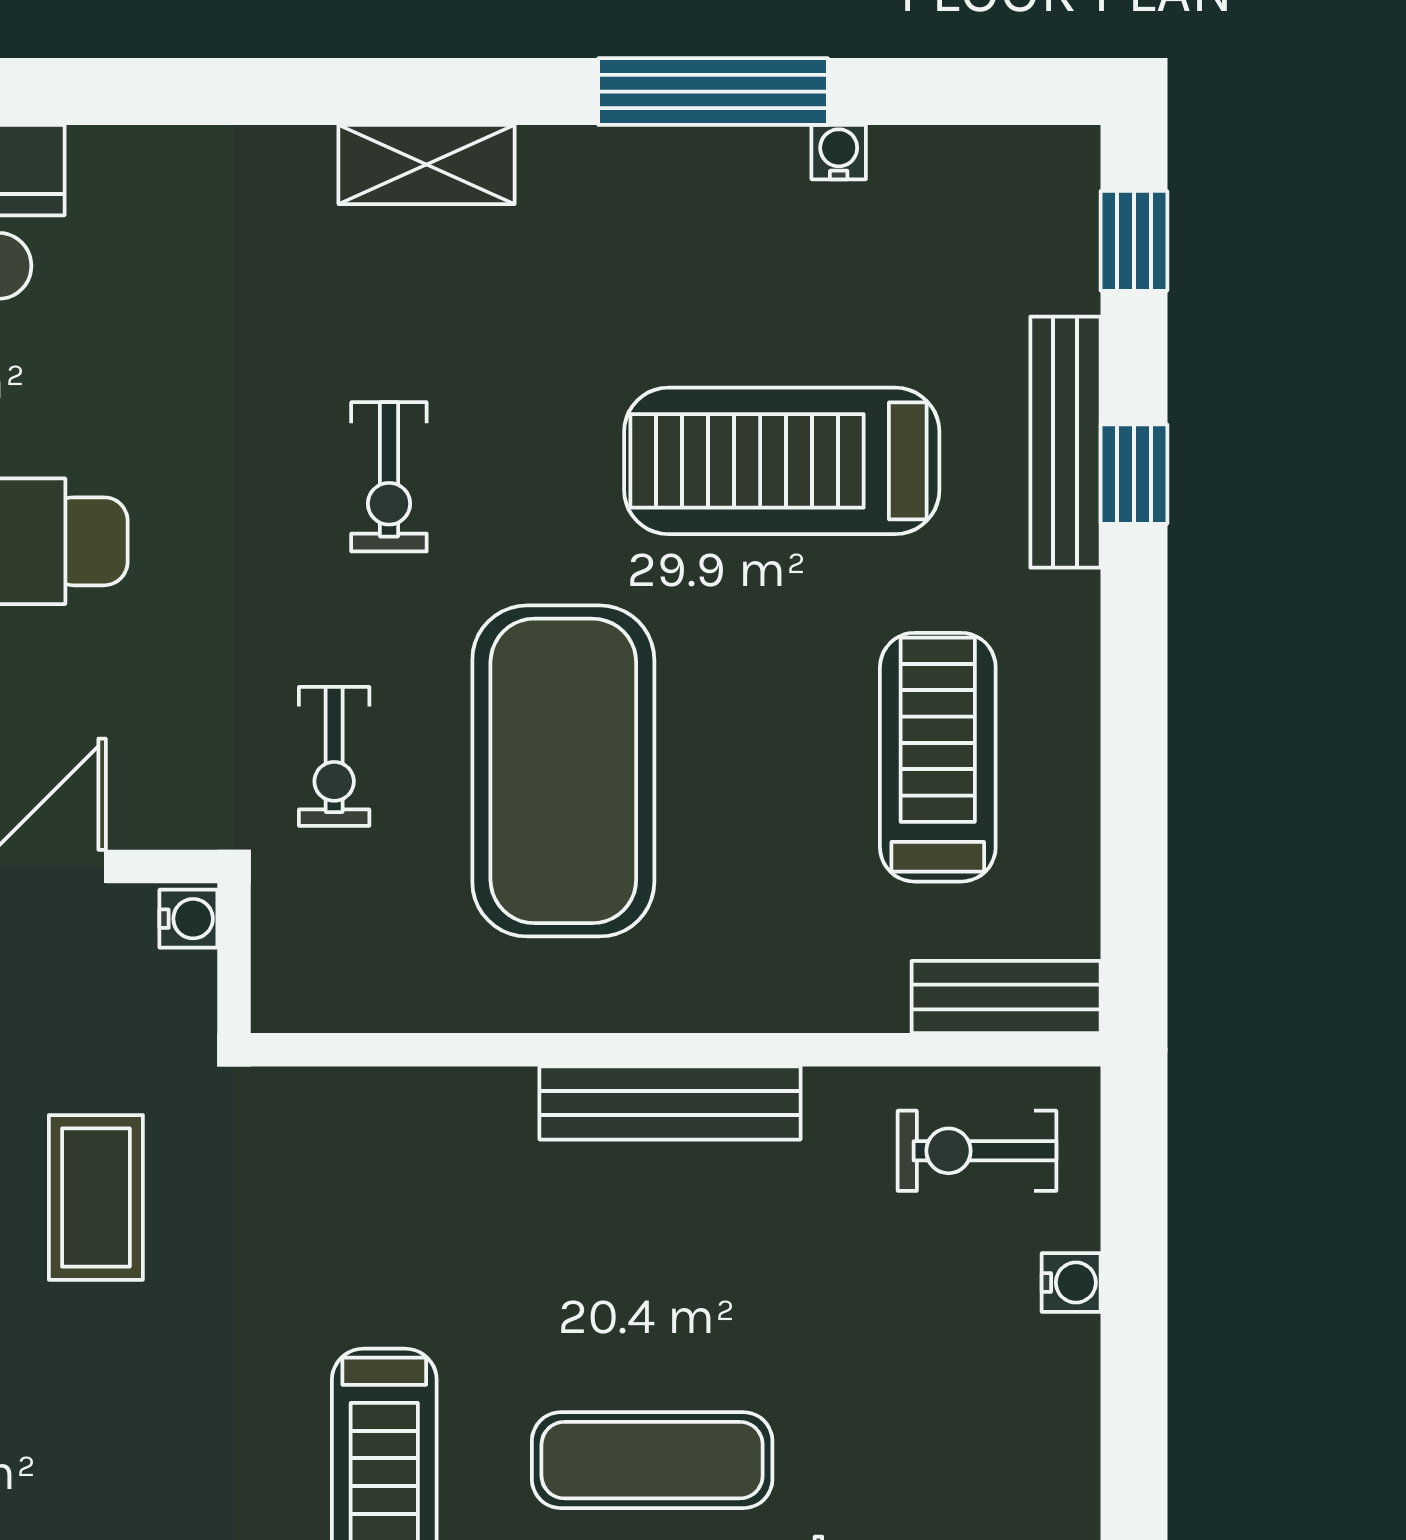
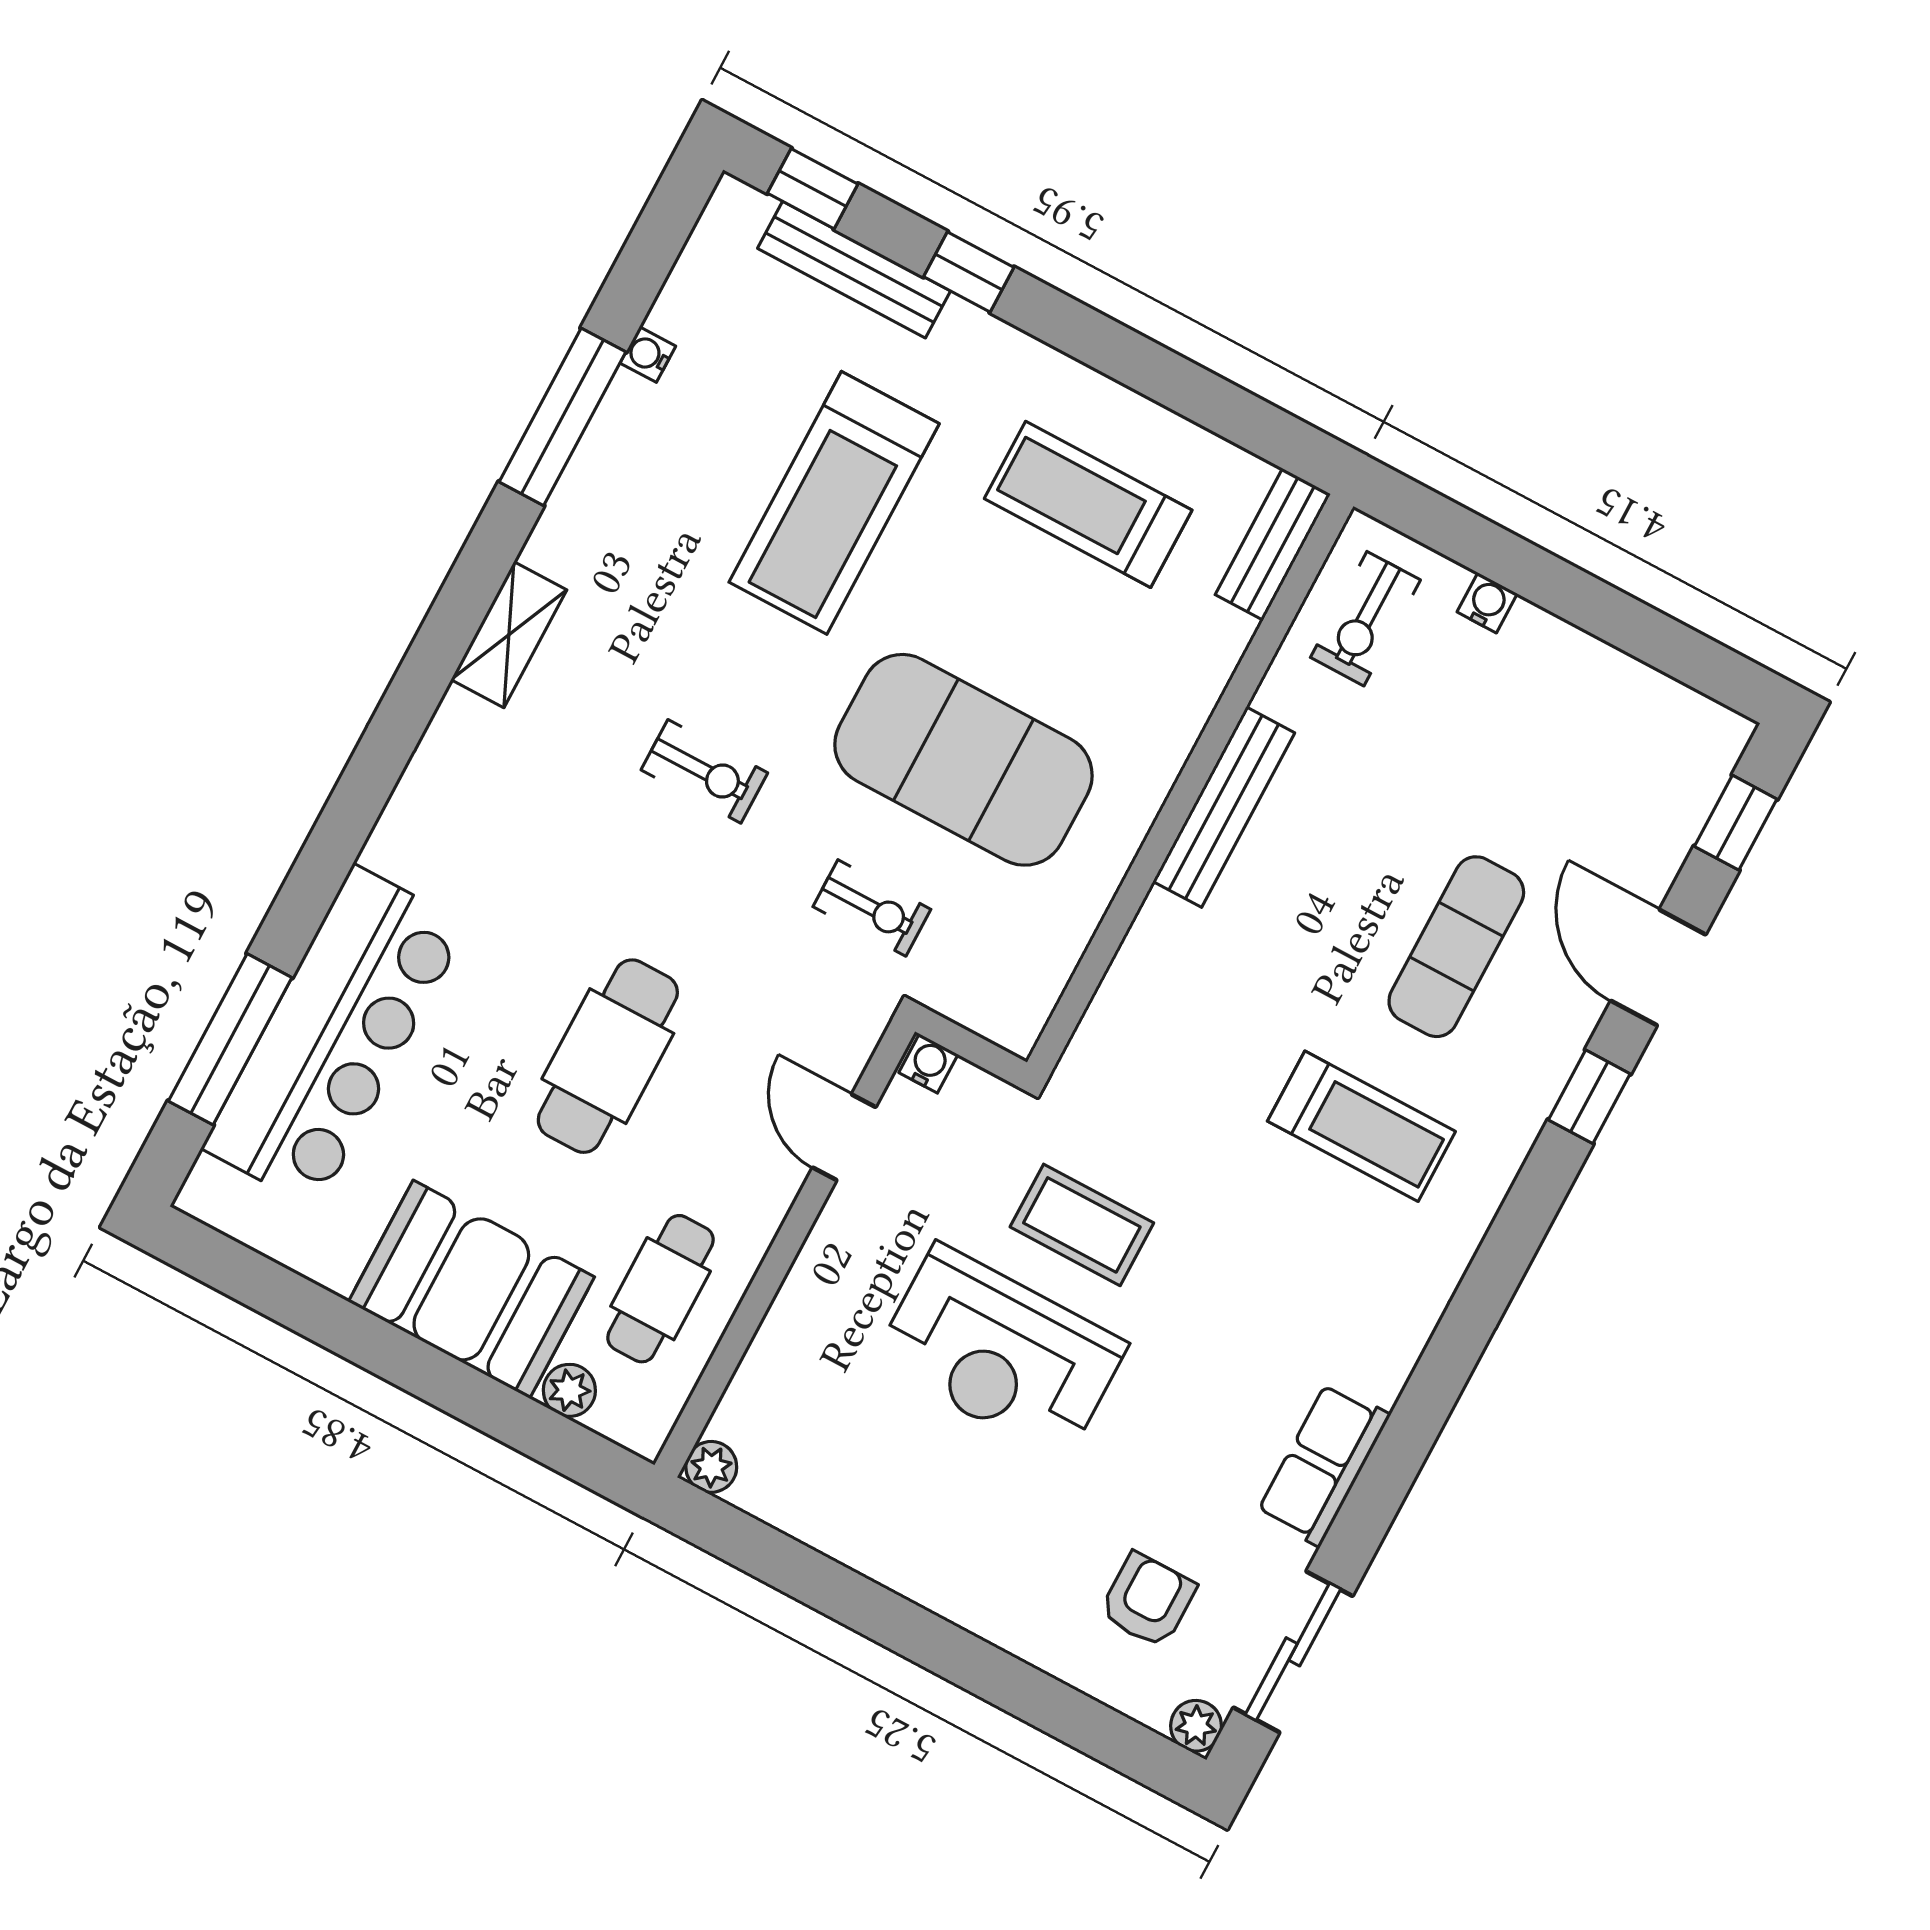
bench: (1065, 442) -> (854, 270), moved

